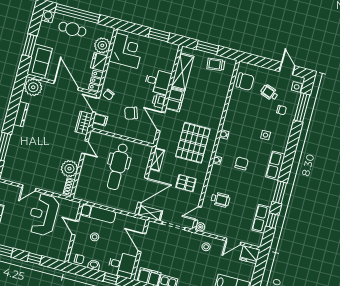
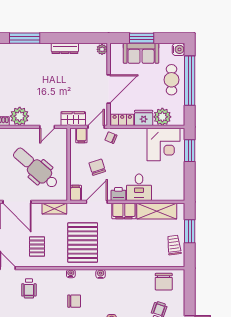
window: (159, 35) -> (190, 151), moved
sofa: (39, 61) -> (141, 53), moved
plant: (33, 87) -> (102, 49), width x0.53, depth x0.53
filing cabinet: (148, 138) -> (76, 193), added
pallet: (193, 143) -> (83, 243), turned 90
dental chair: (118, 167) -> (36, 168), turned 41

